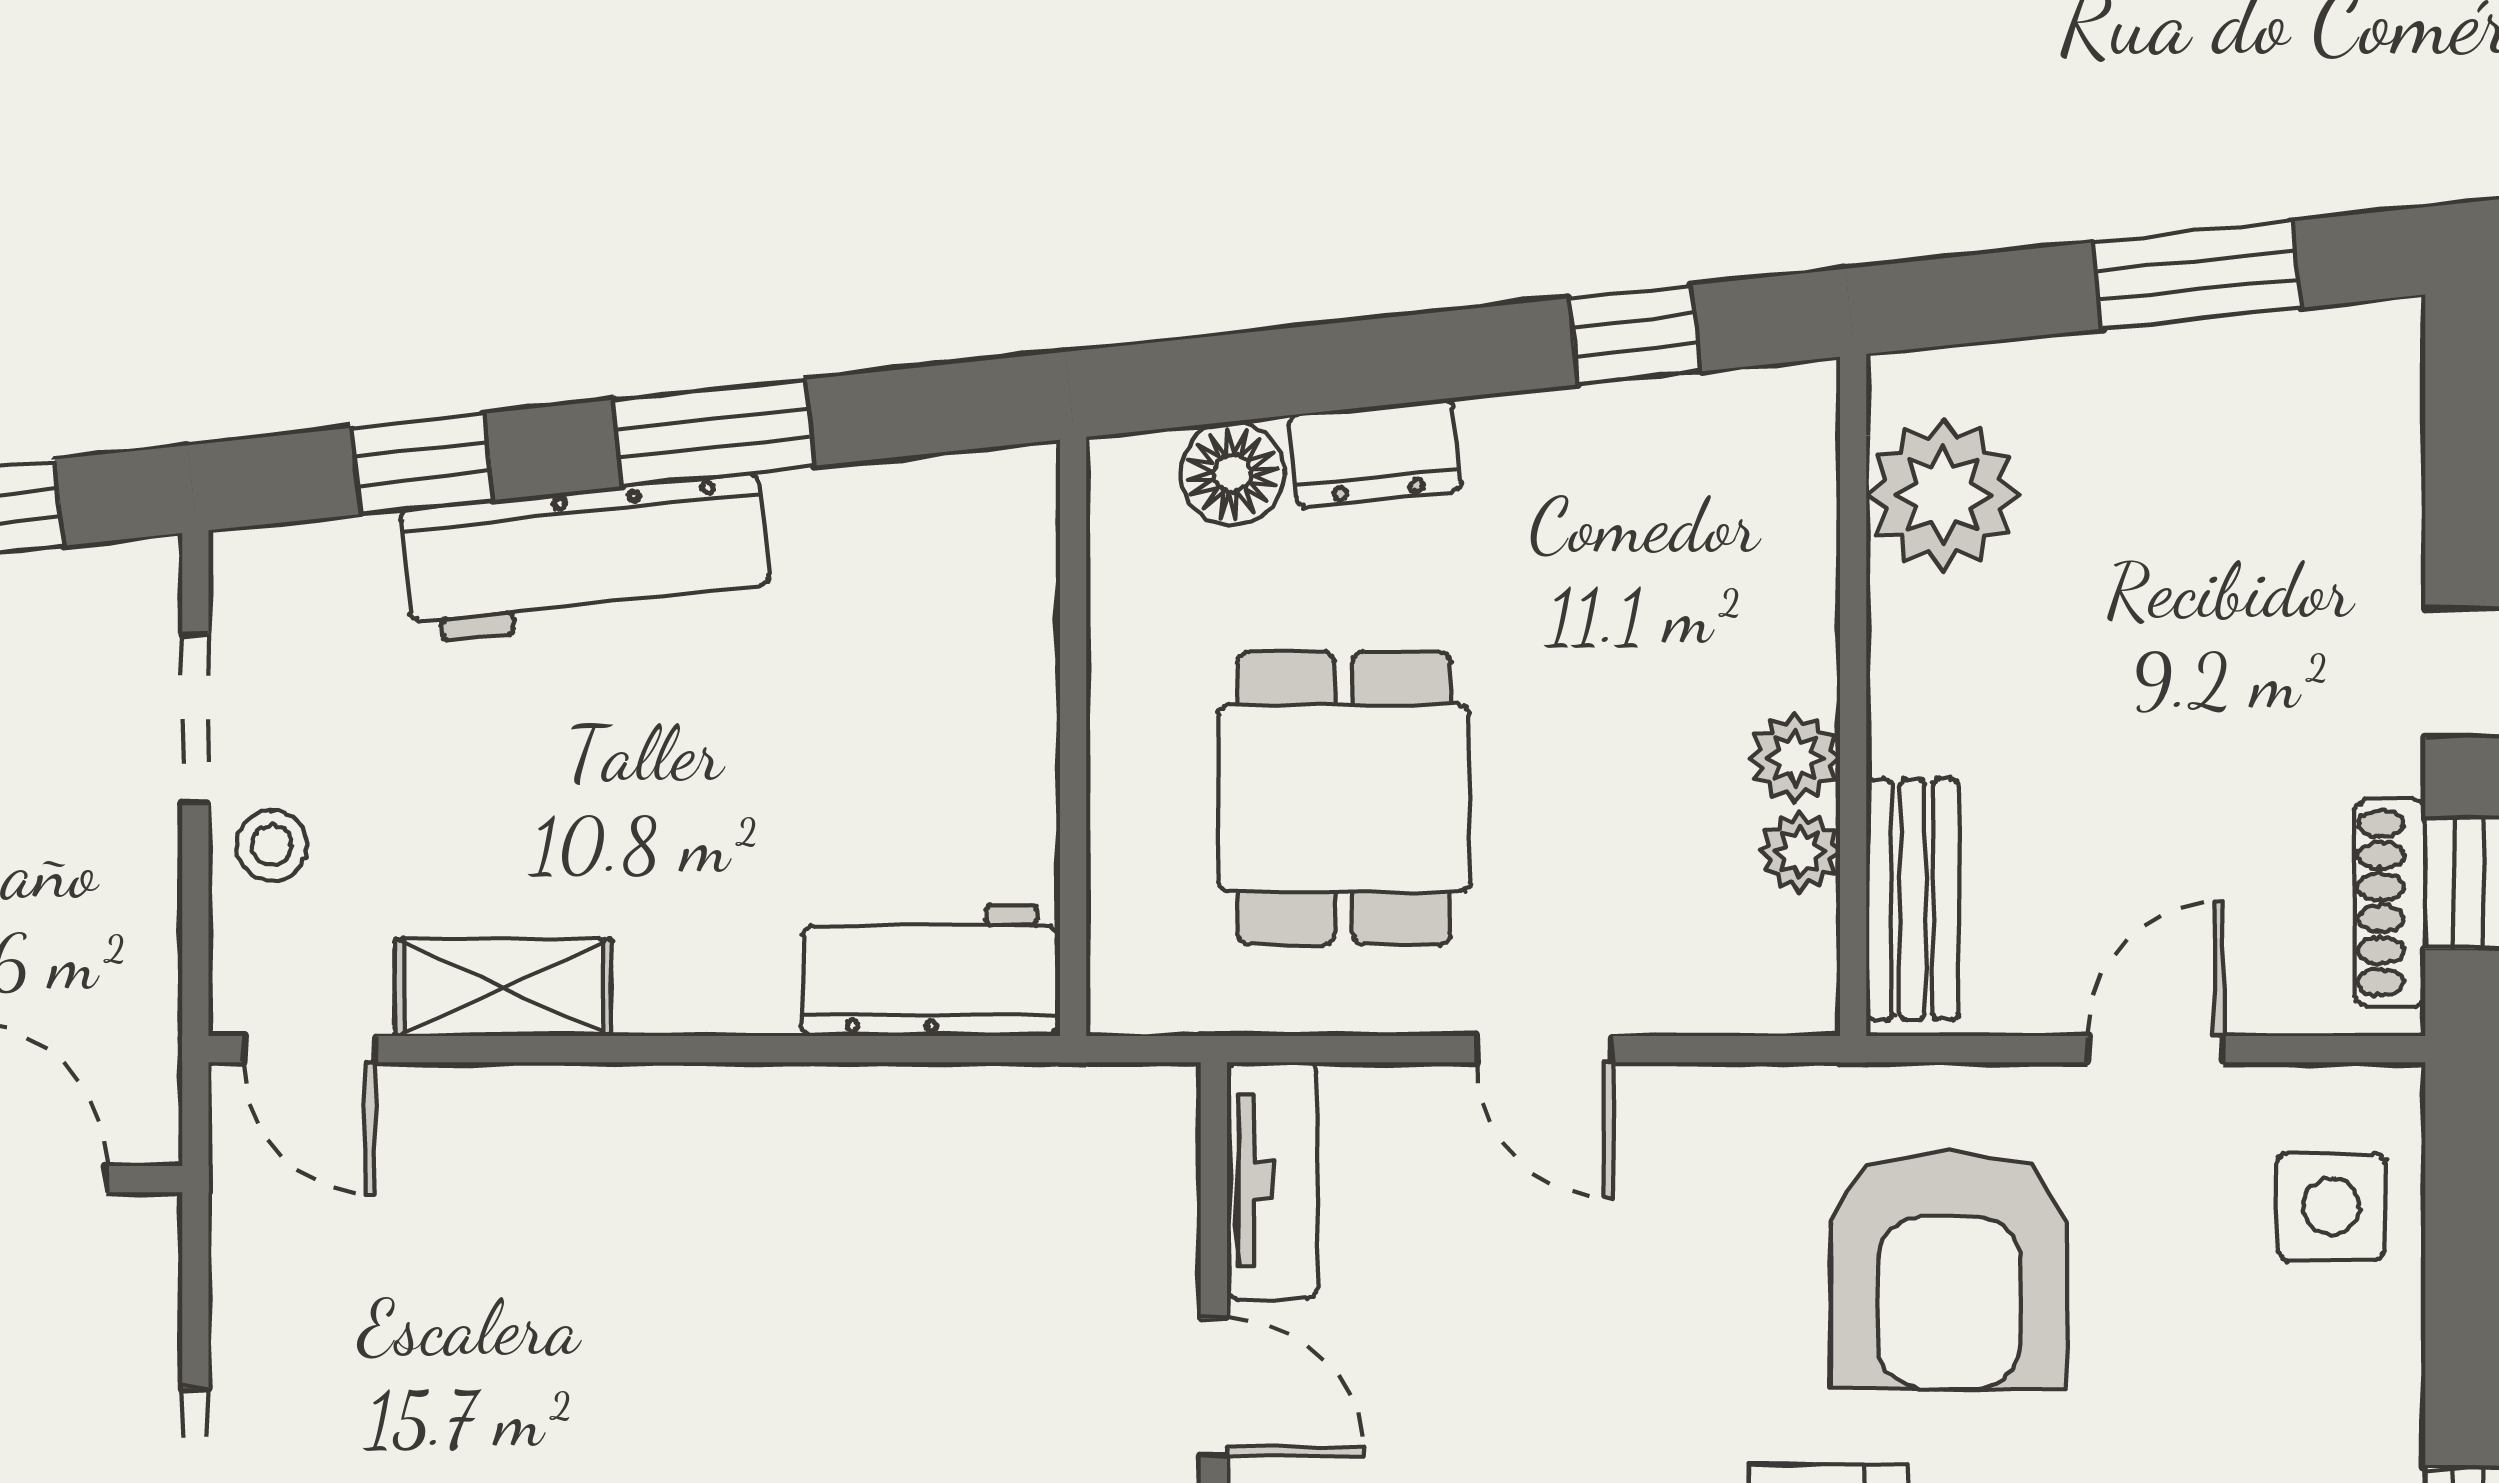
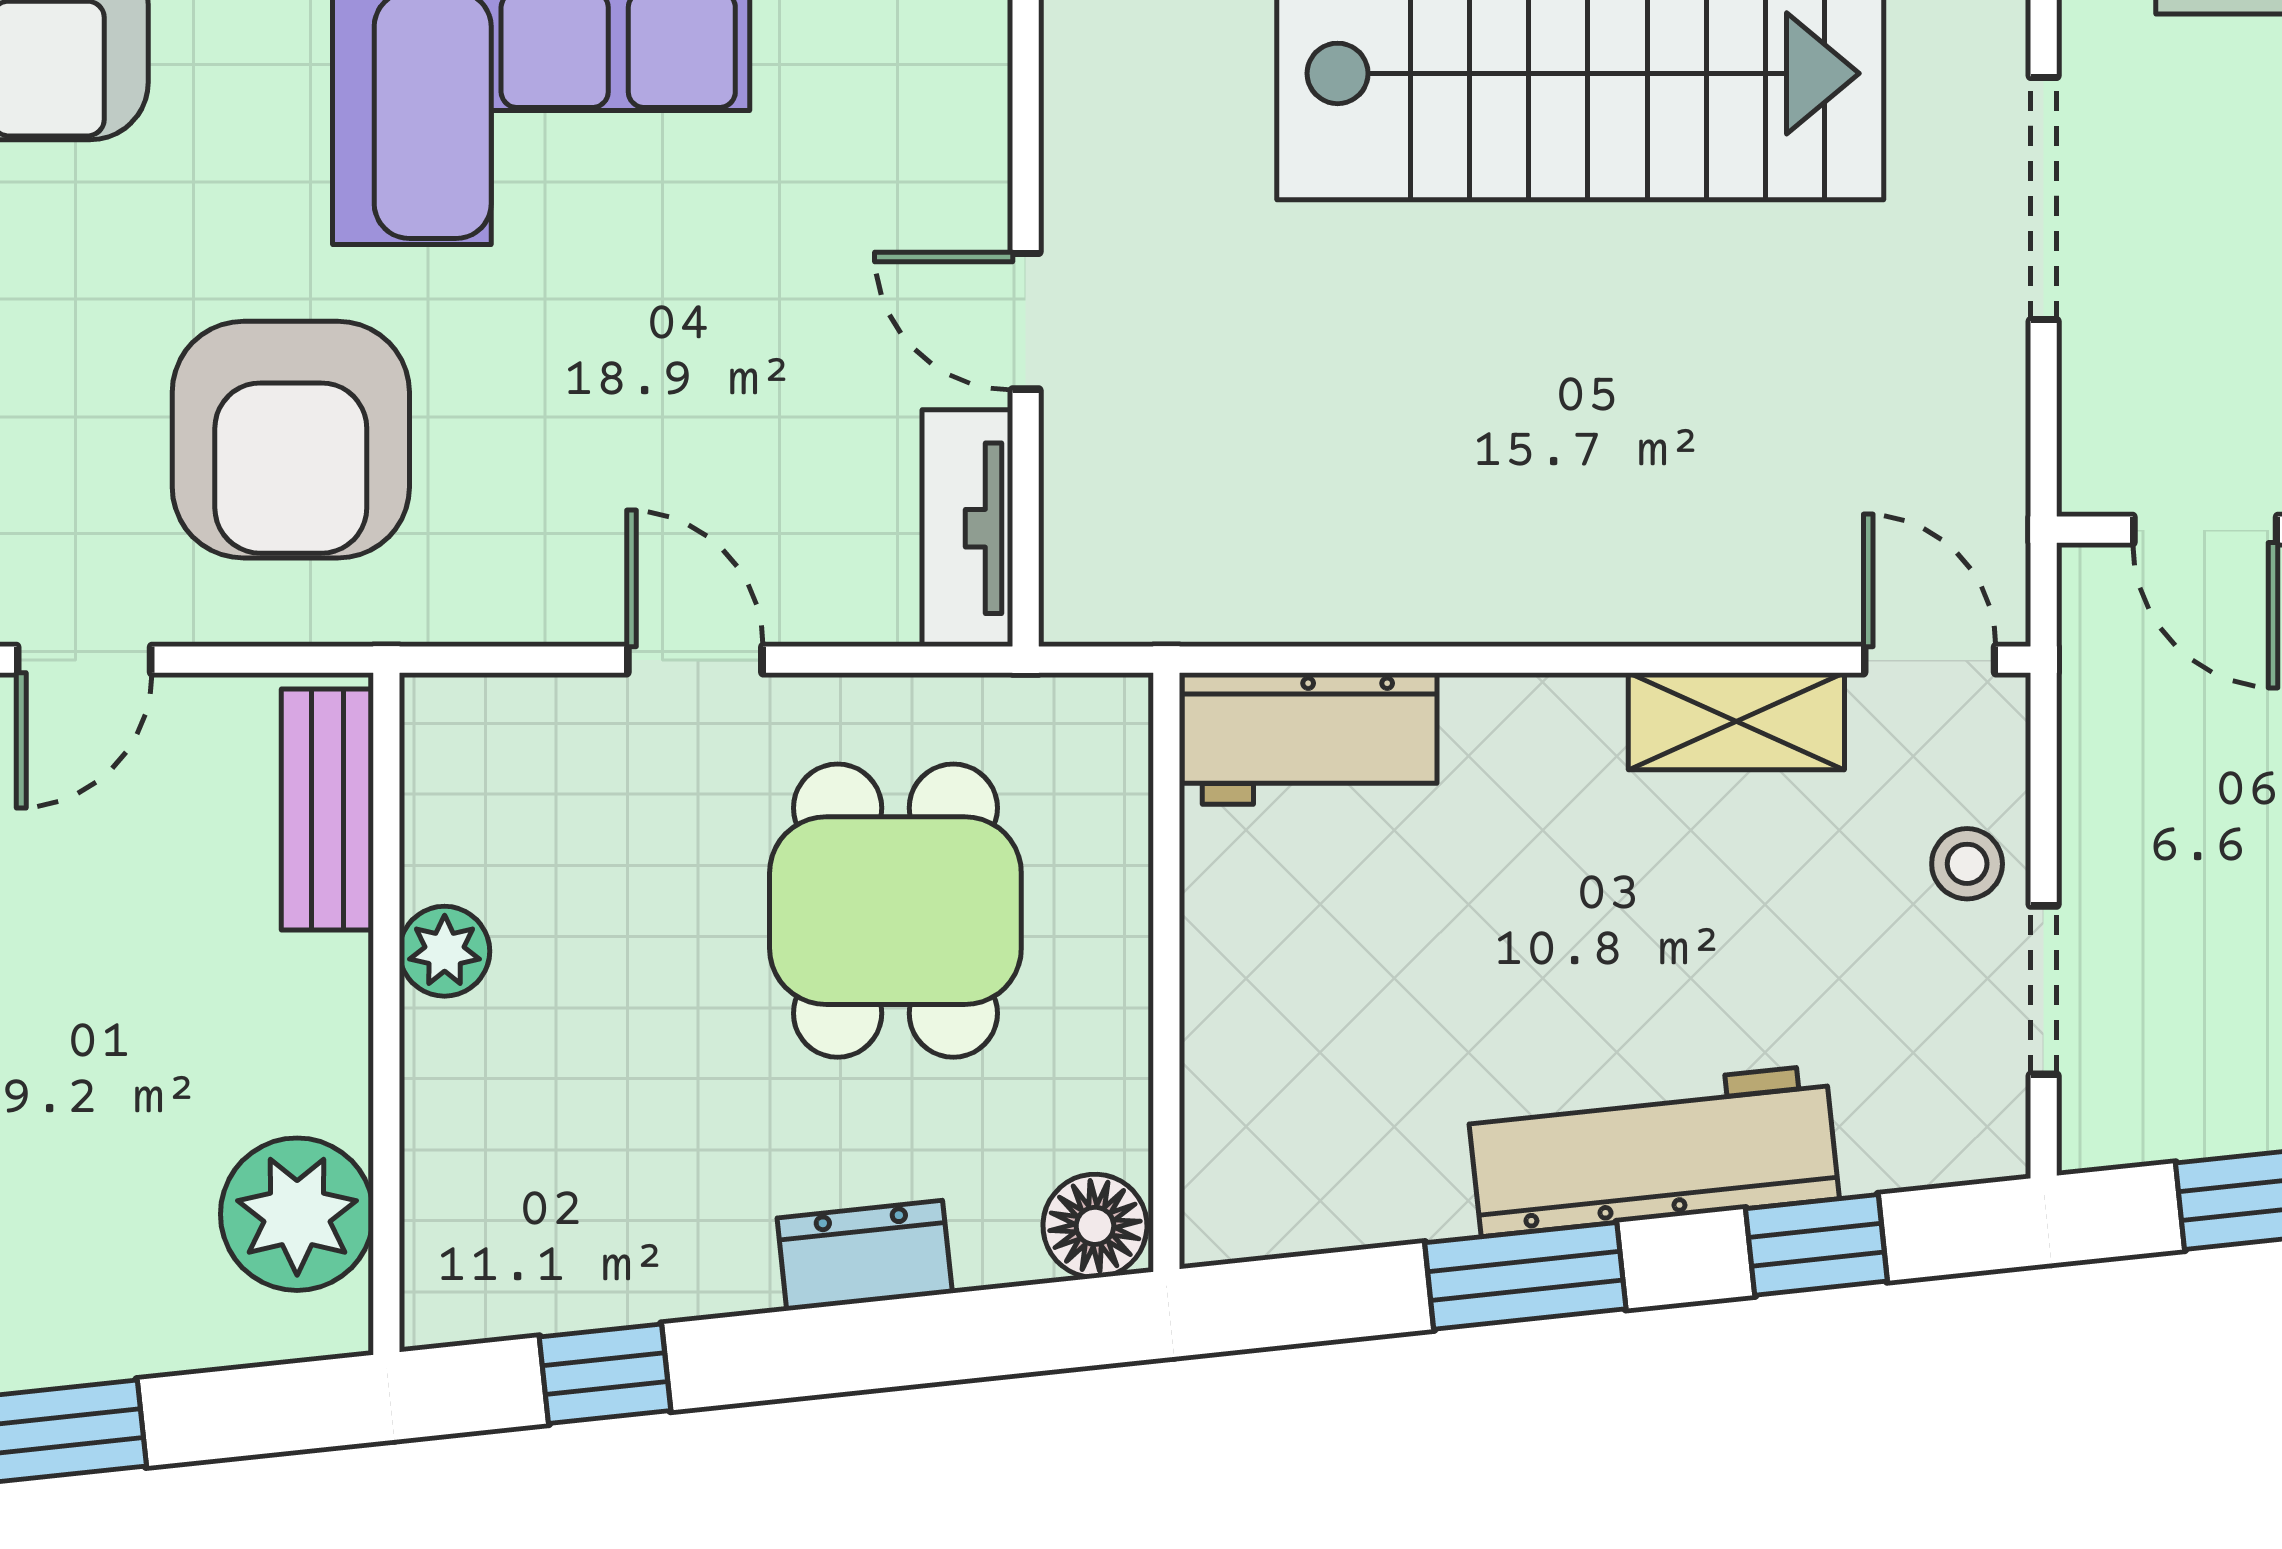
floor lamp: (1232, 473) -> (1095, 1226), moved
plant: (1800, 852) -> (440, 857), removed
armchair: (1949, 1269) -> (291, 440), turned 180

